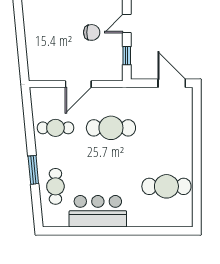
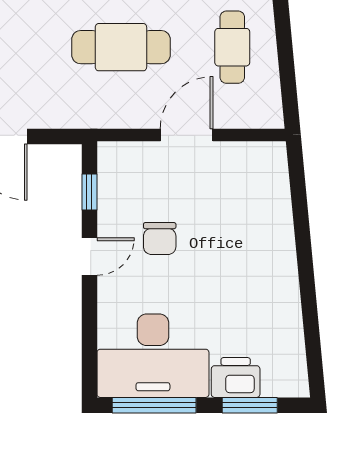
chair: (92, 32) -> (160, 239), turned -90
cafe table: (55, 128) -> (232, 47), turned 90

